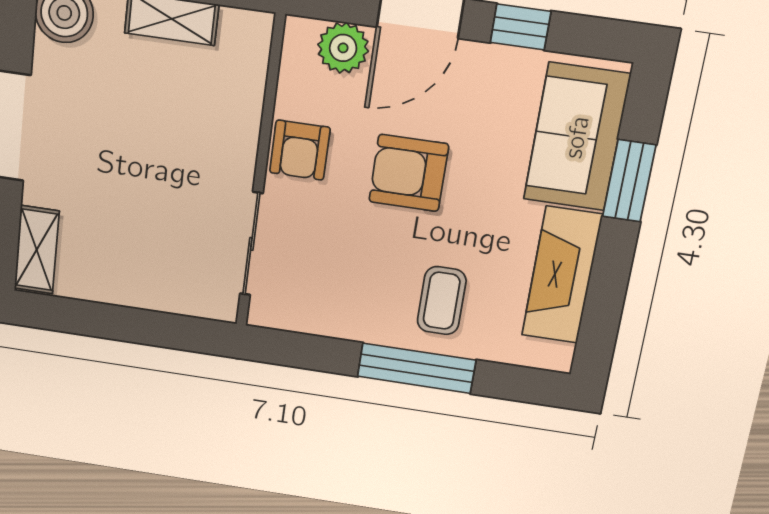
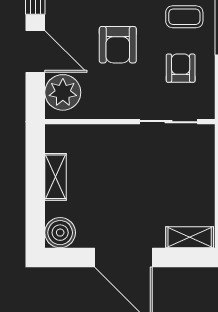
plant: (343, 48) -> (63, 92), width x1.36, depth x1.36
armchair: (300, 150) -> (181, 68), moved, turned -90

